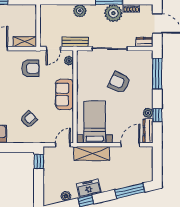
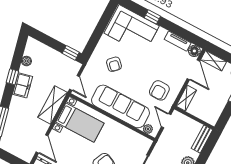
bench: (75, 42) -> (202, 139), moved
sofa: (64, 94) -> (120, 106), width x1.85, depth x1.27

